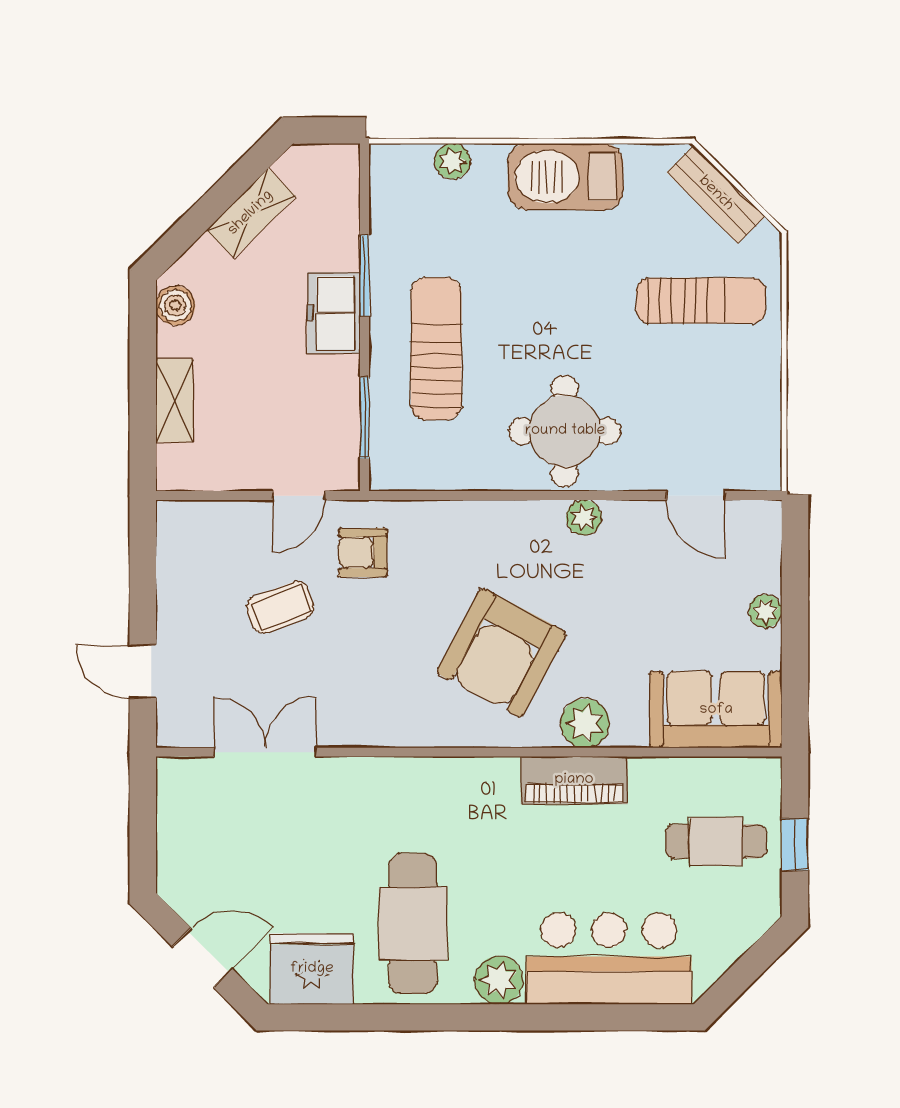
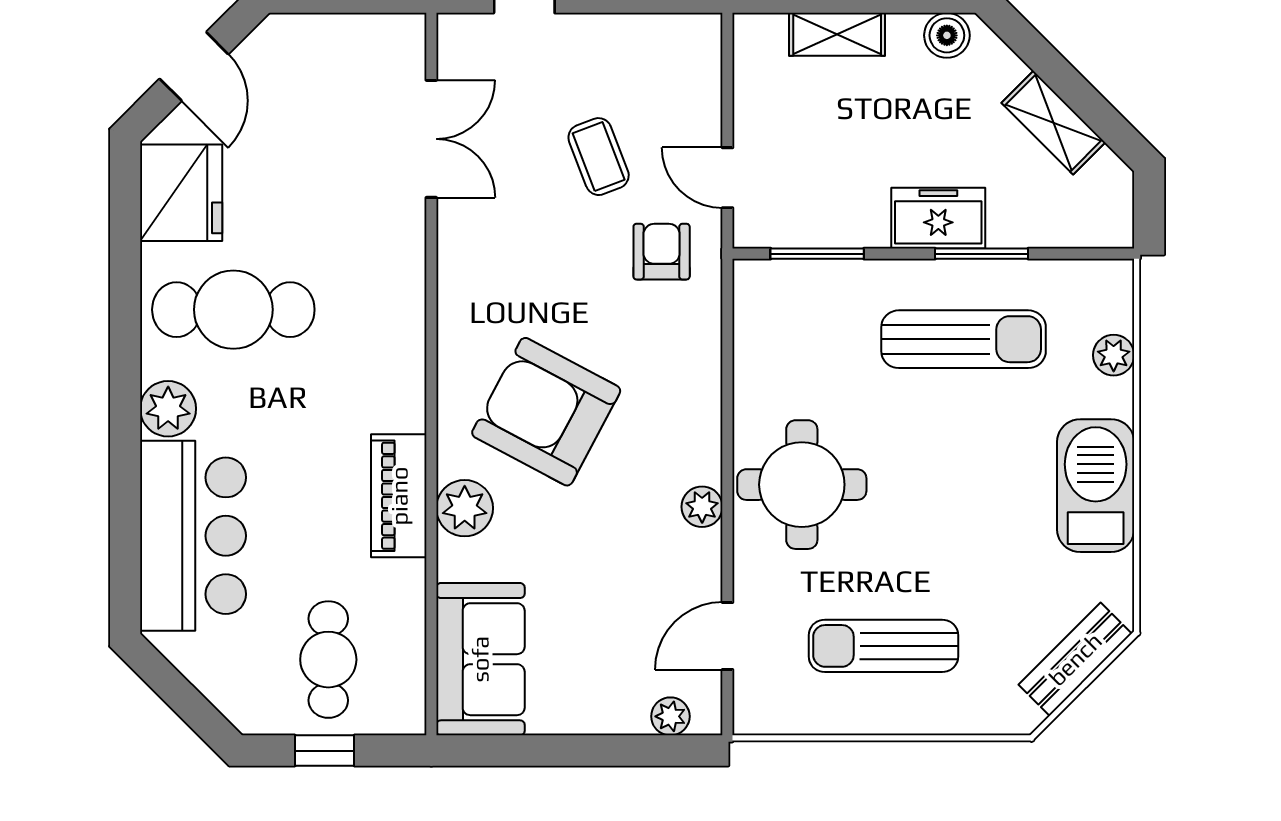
sun lounger: (701, 301) -> (883, 646), moved, turned 90
sun lounger: (436, 349) -> (964, 339), moved
plant: (765, 611) -> (670, 716), moved

